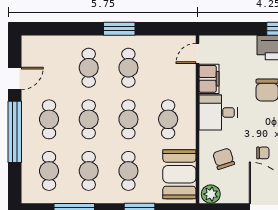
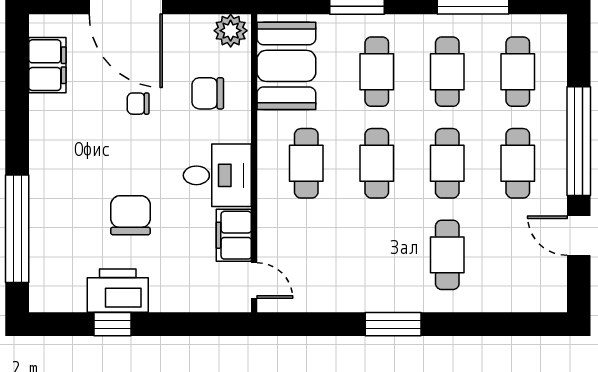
door: (198, 53) -> (254, 281), hinge flipped
cafe table: (128, 68) -> (377, 255), removed
door: (15, 79) -> (579, 236), hinge flipped
chair: (224, 159) -> (208, 93), turned 108

